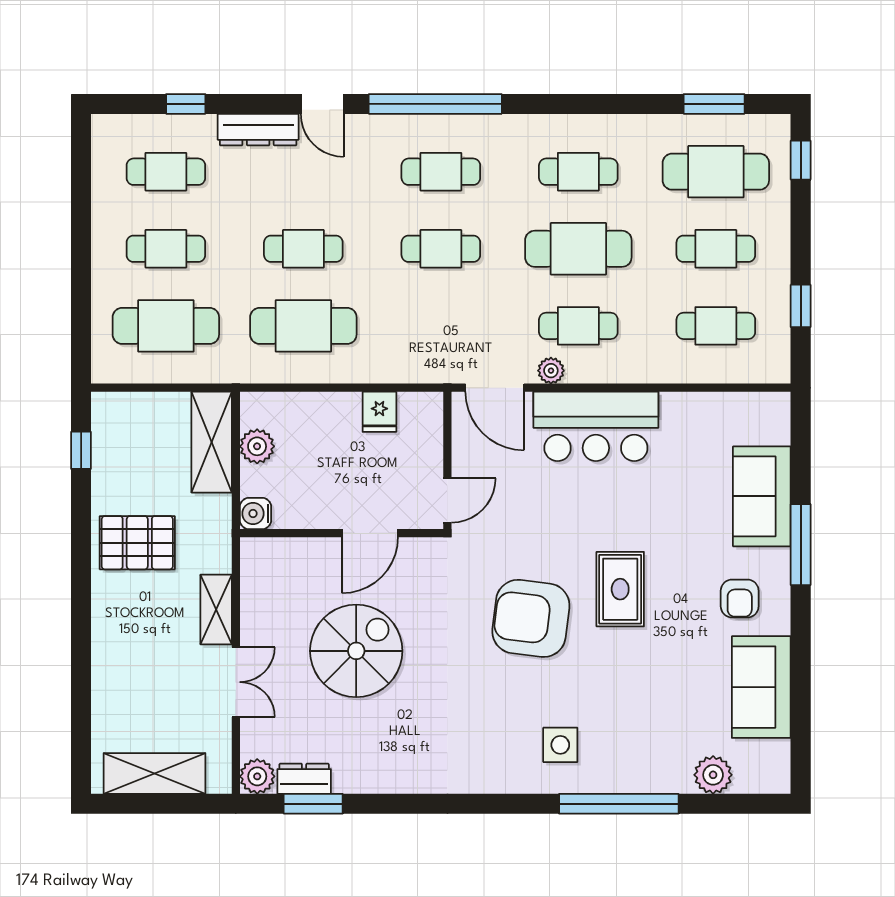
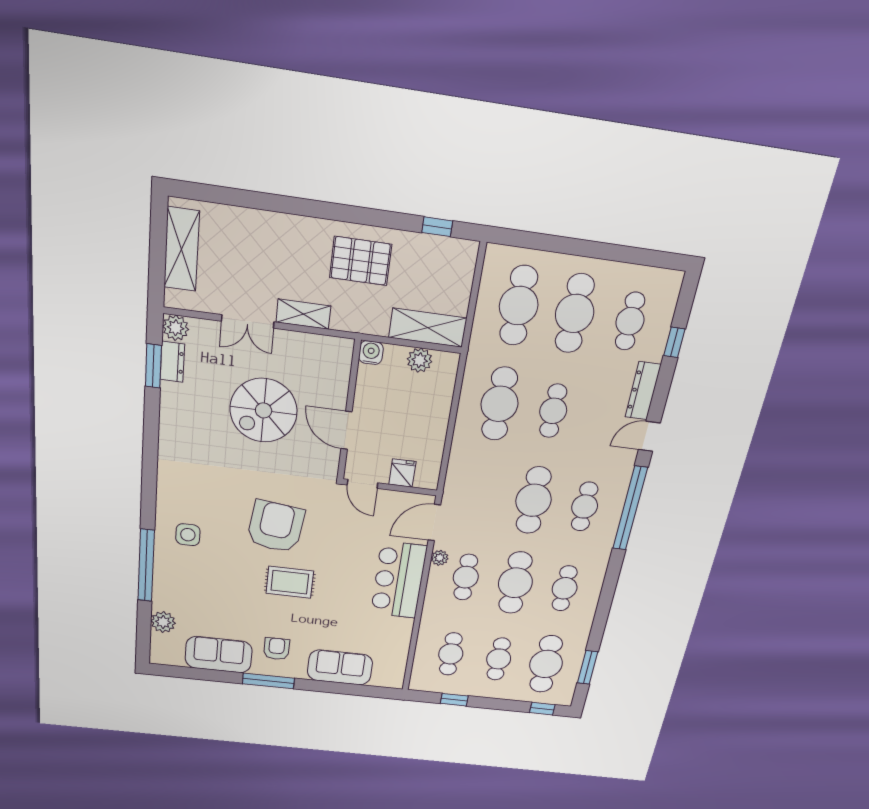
cafe table: (166, 249) -> (575, 313), width x1.37, depth x1.35
cafe table: (441, 249) -> (534, 500), width x1.37, depth x1.35
fridge: (379, 412) -> (402, 473), moved, turned 90
pallet: (137, 543) -> (361, 261), turned 90
window: (801, 545) -> (268, 681), moved
armchair: (740, 599) -> (277, 649), turned 90
spiral stairs: (356, 651) -> (264, 410), turned 90

